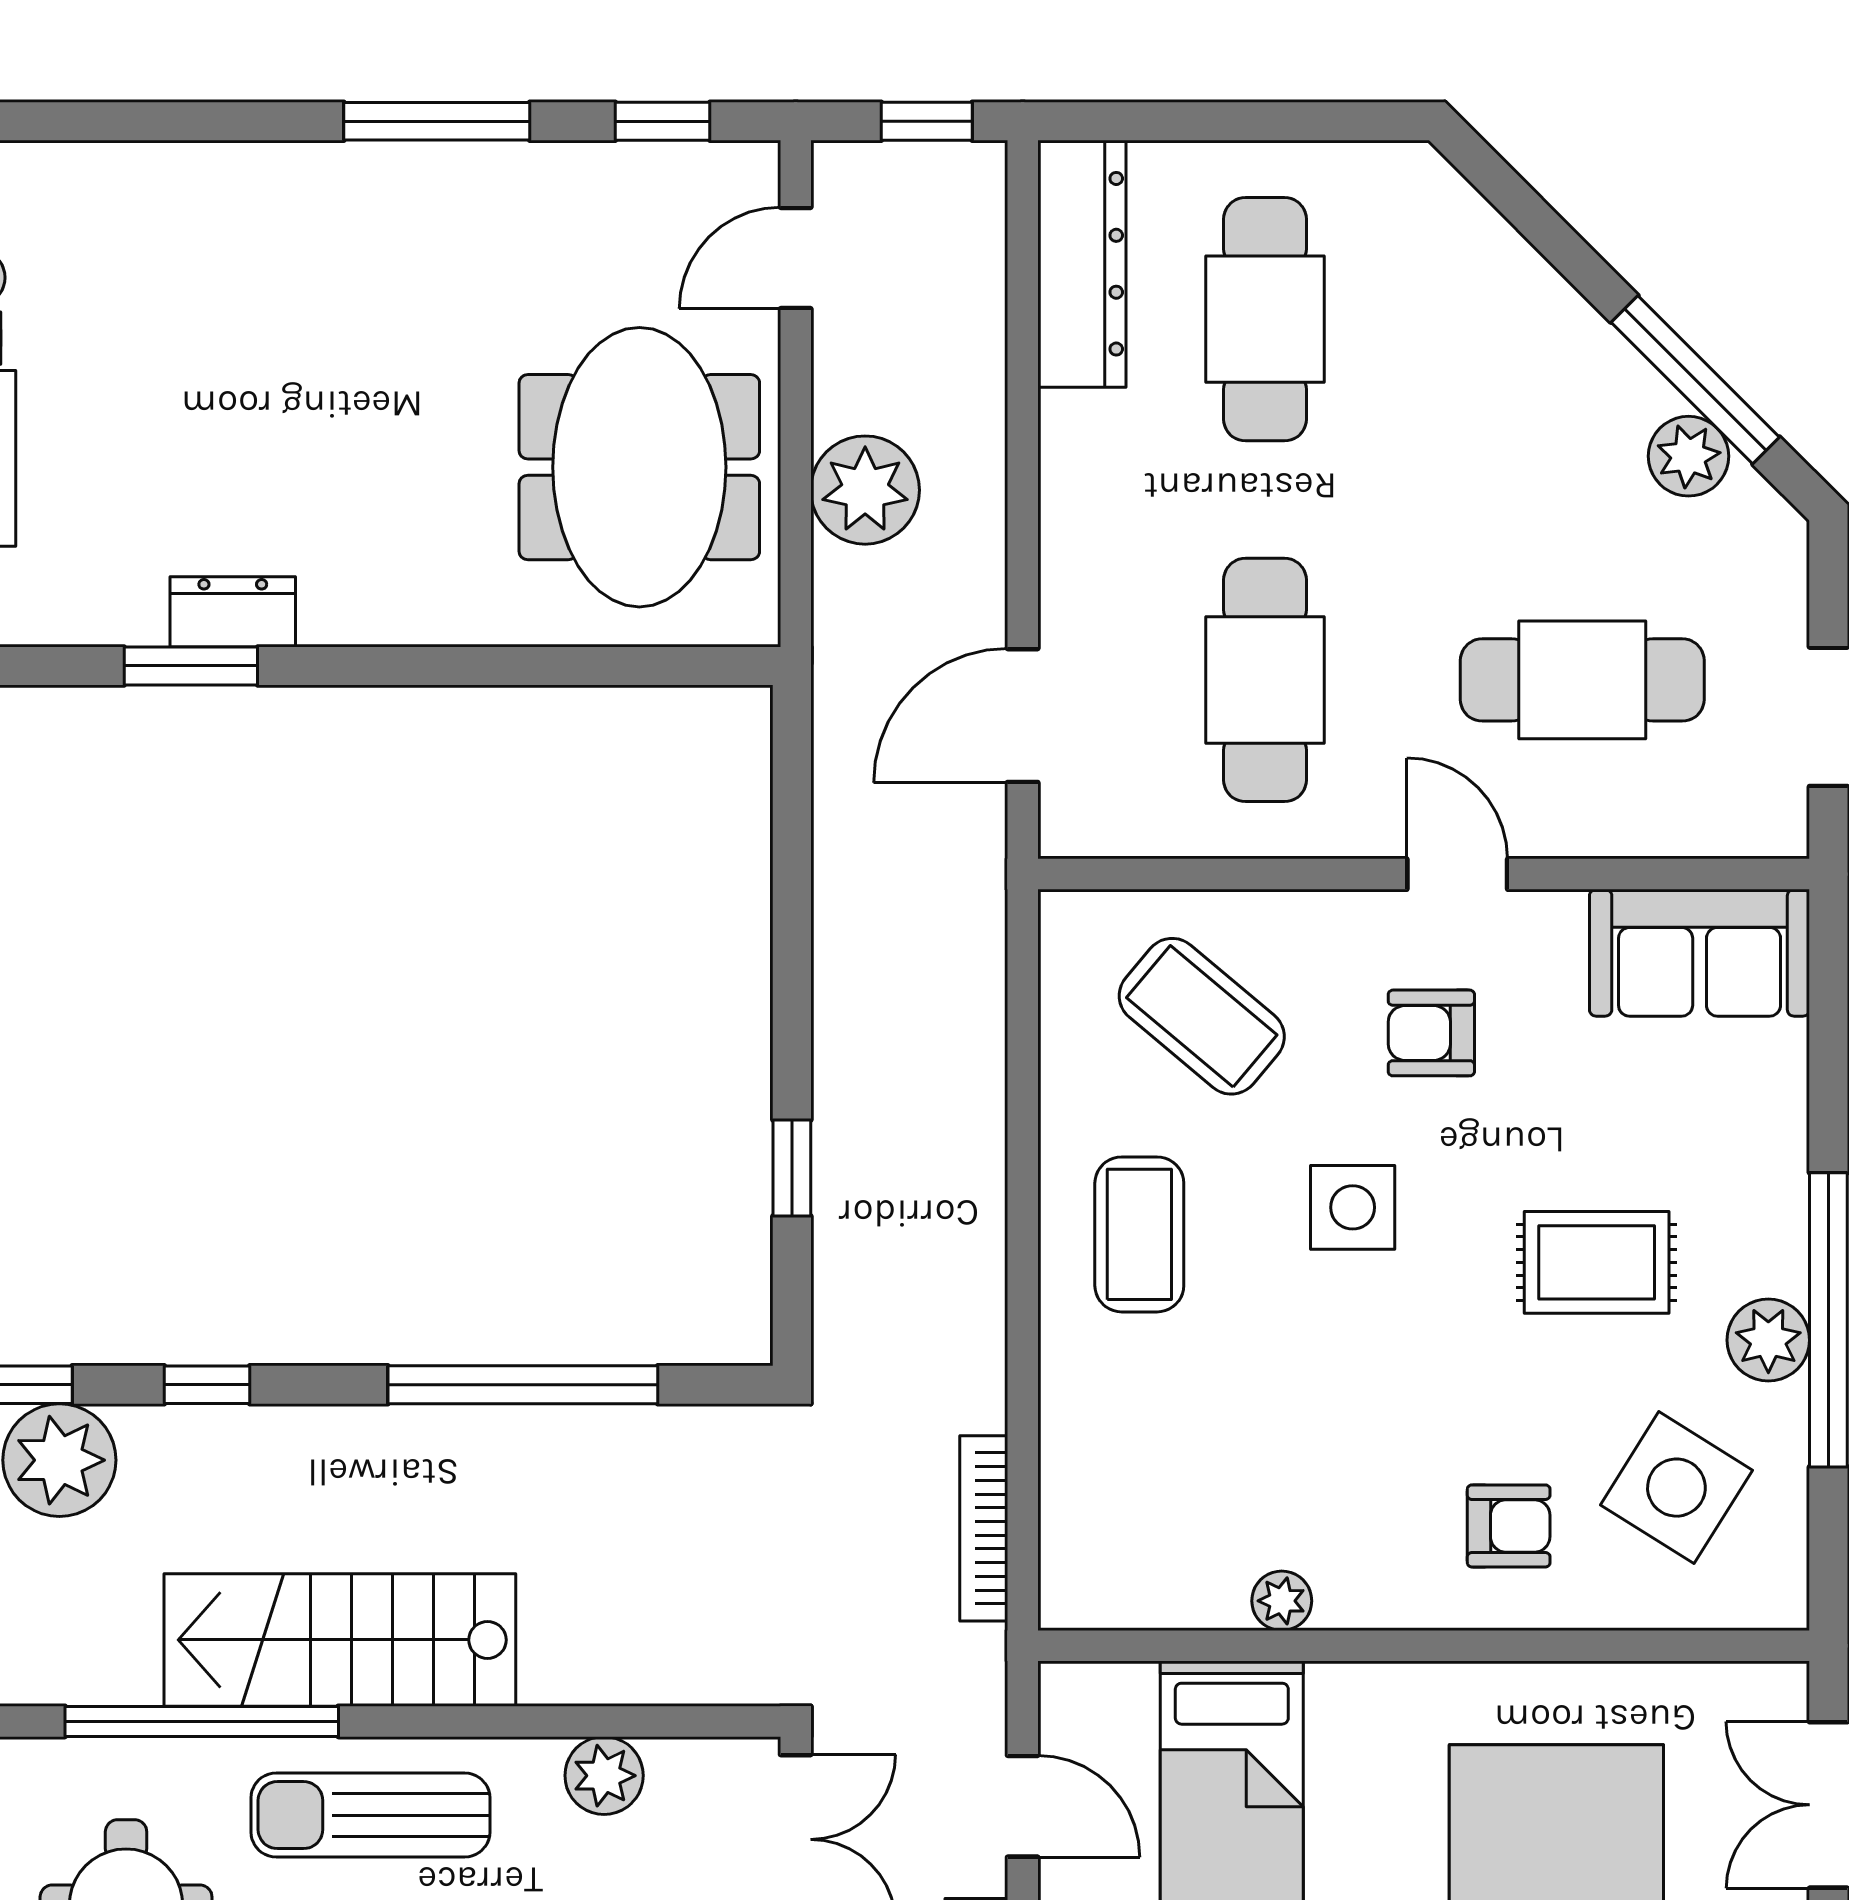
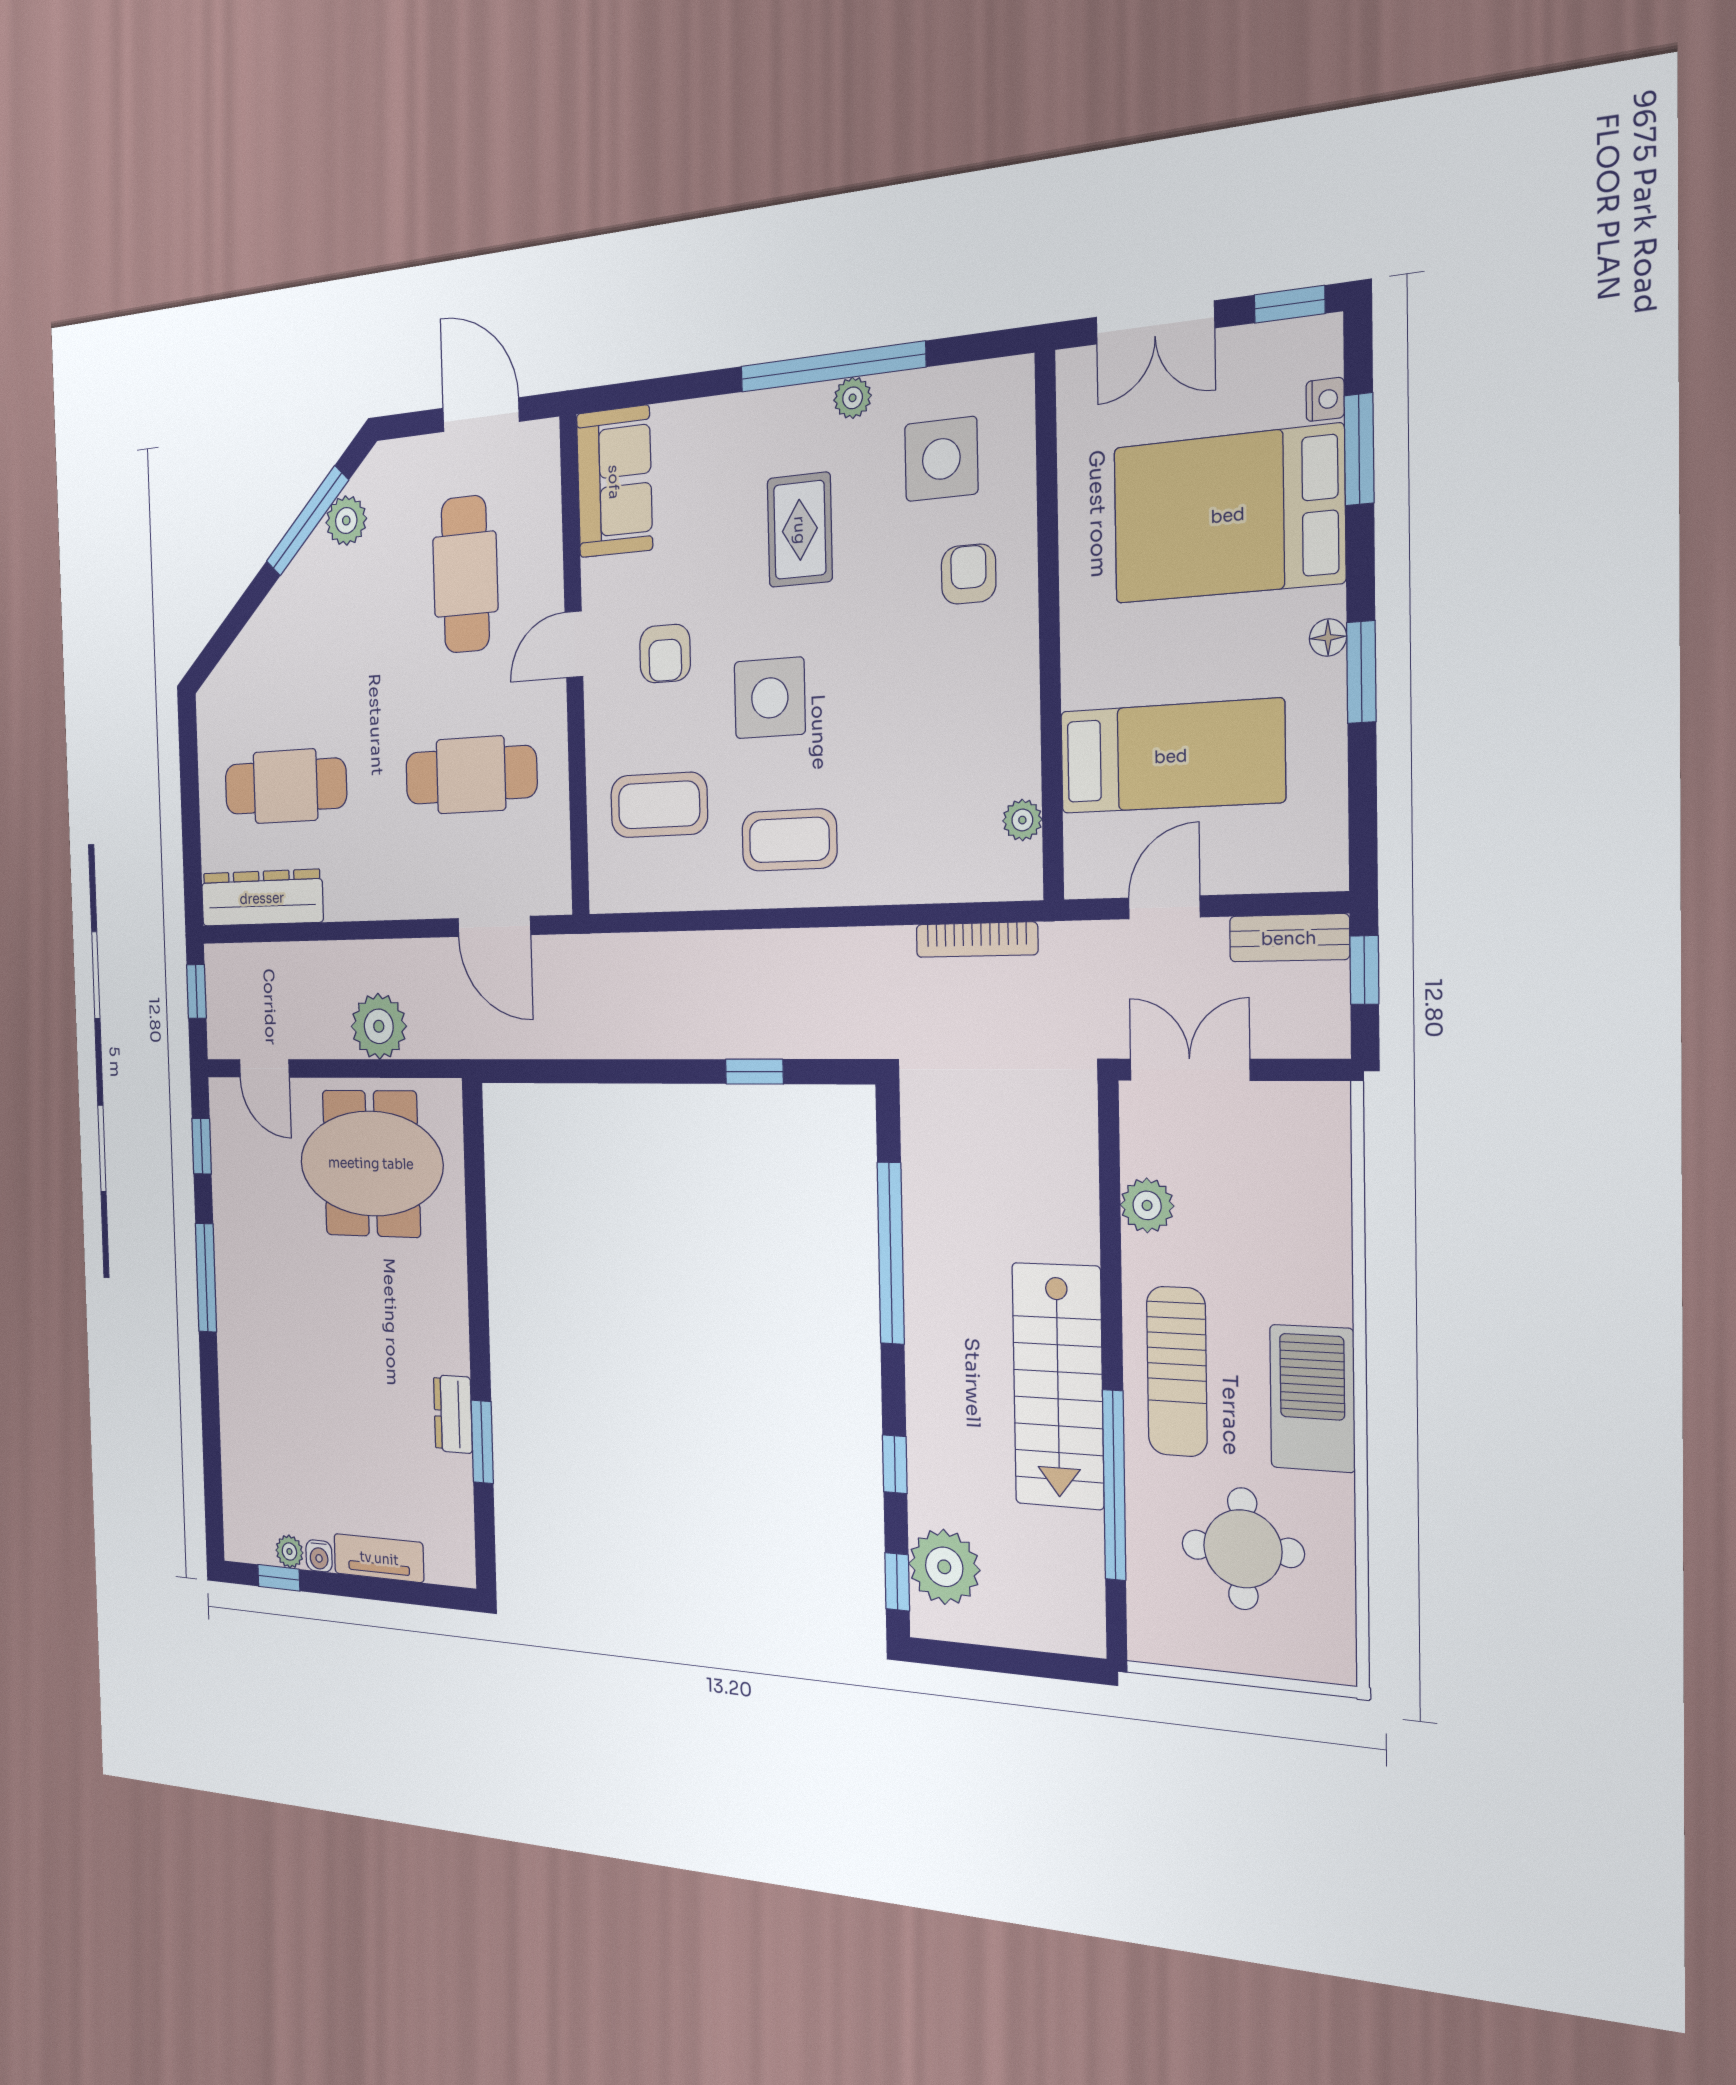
coffee table: (1202, 1016) -> (659, 805), turned 50
side table: (1353, 1207) -> (770, 698), width x1.37, depth x1.37
plant: (1768, 1340) -> (853, 398), width x0.73, depth x0.73
side table: (1676, 1488) -> (941, 459), turned -32
plant: (1282, 1601) -> (1022, 820), moved

